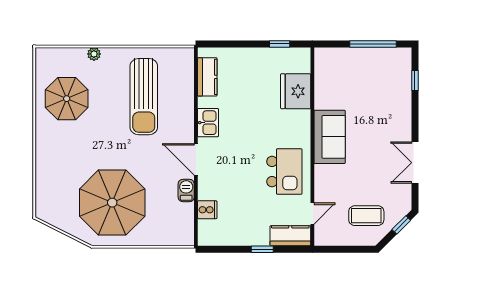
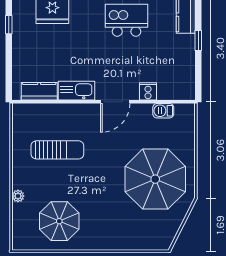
sun lounger: (144, 97) -> (57, 150), width x0.73, depth x0.75
kitchen sink: (208, 123) -> (76, 91), width x1.38
barbecue: (186, 191) -> (163, 111), moved
cooker: (207, 210) -> (148, 91), moved

